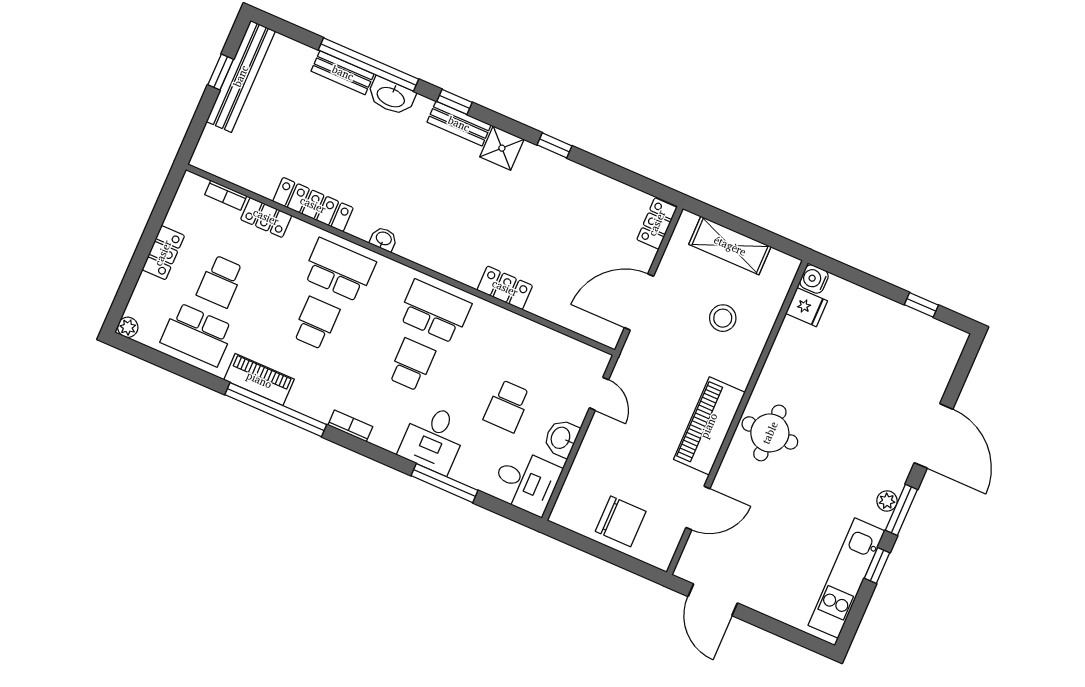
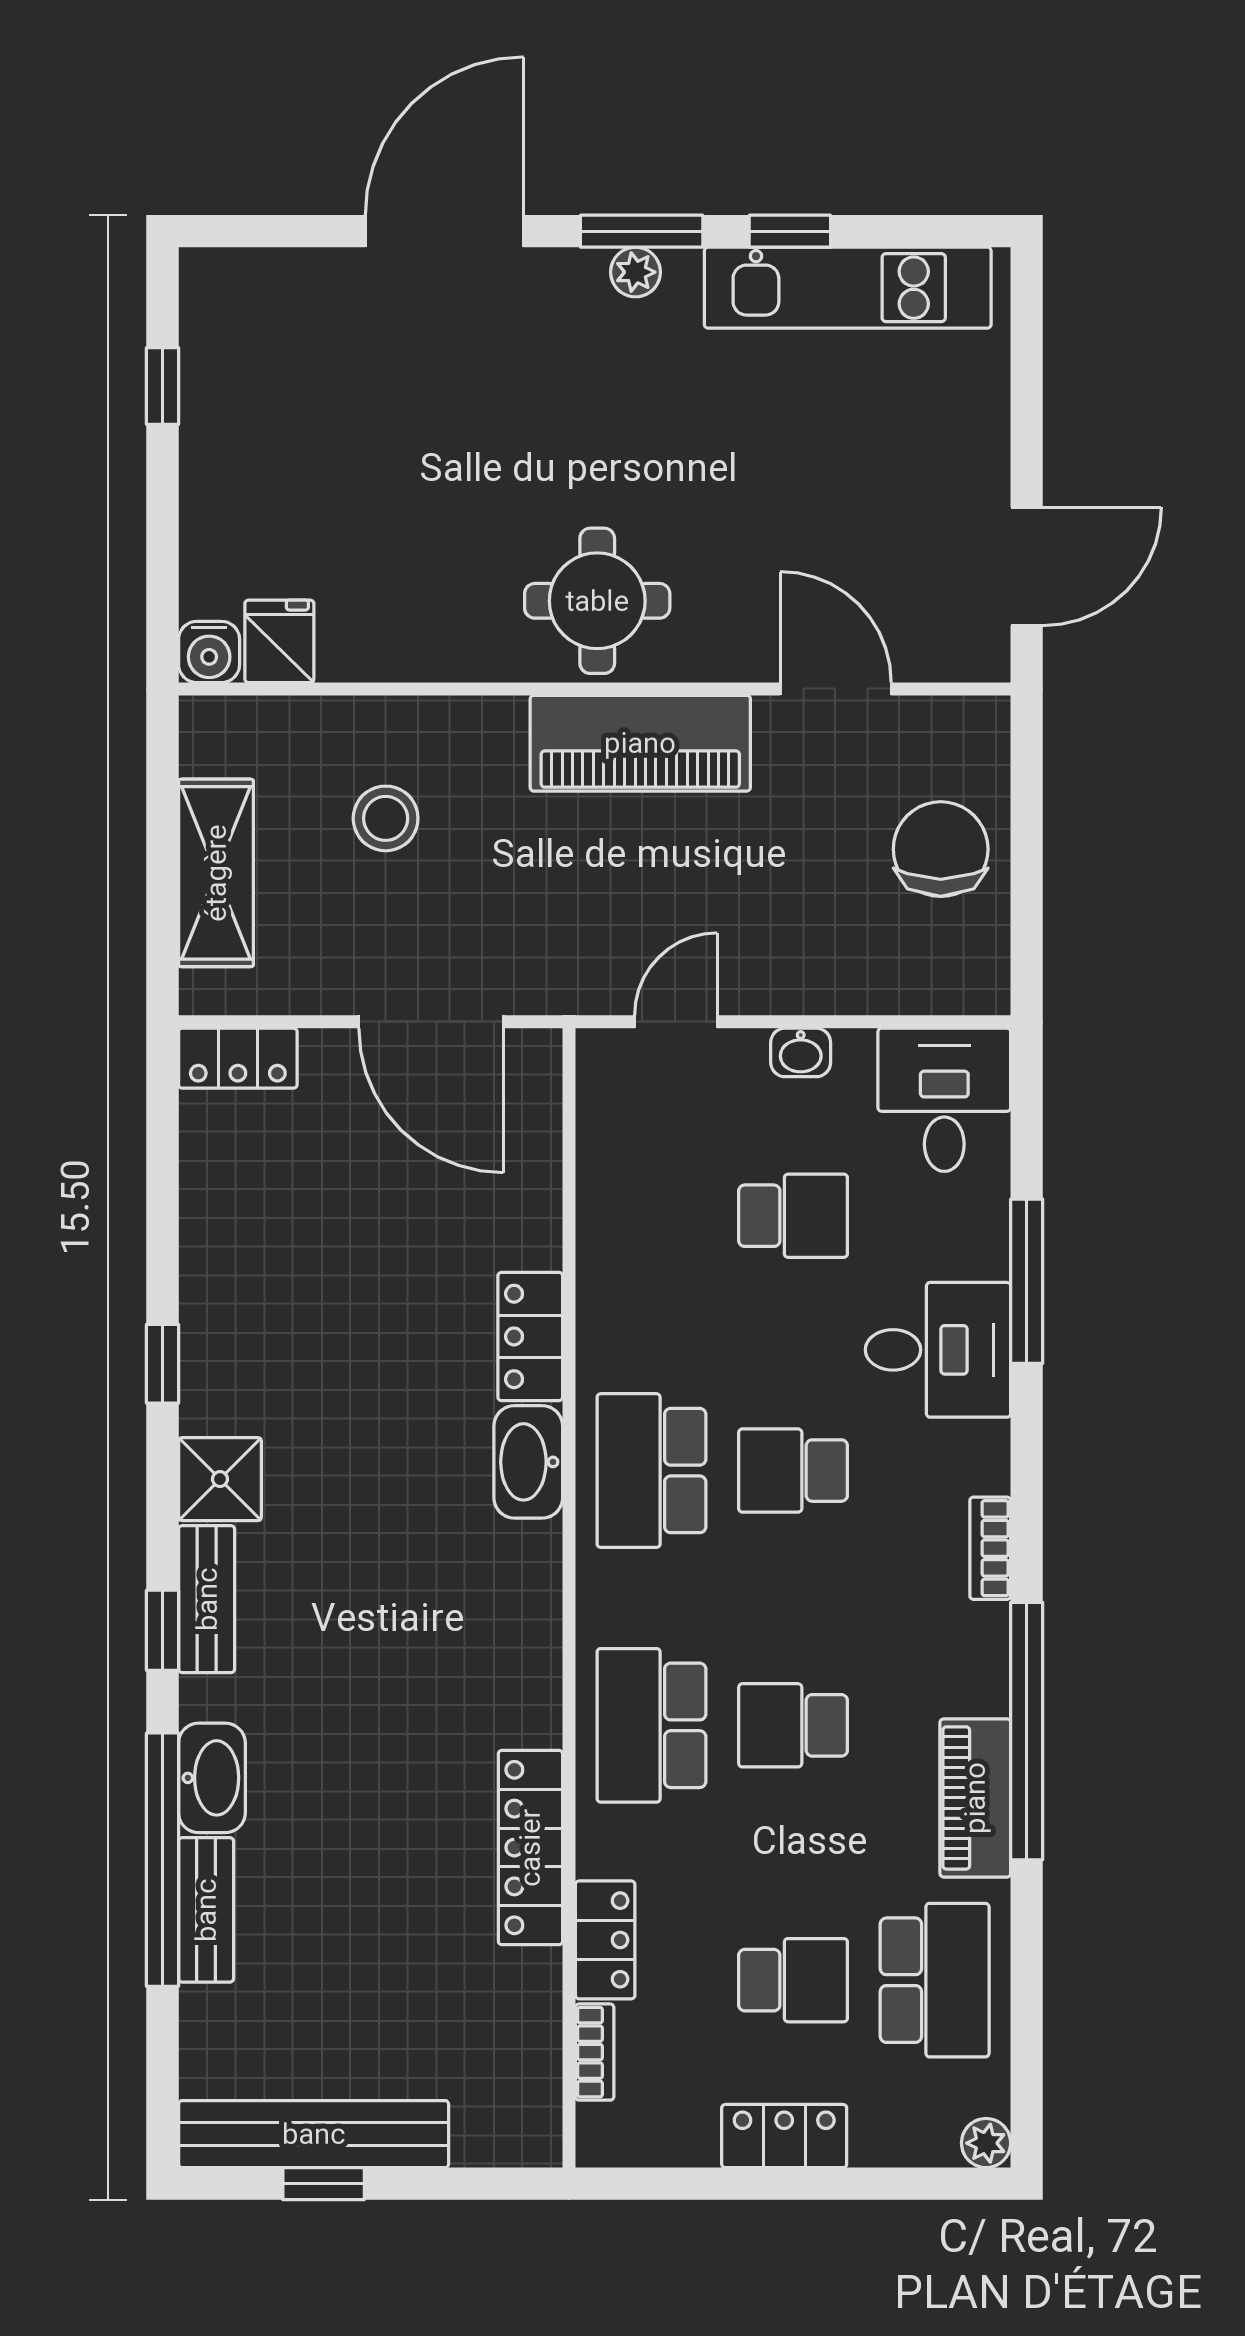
washbasin: (384, 239) -> (528, 1462), moved, width x1.91, depth x1.45
washbasin: (561, 438) -> (801, 1052), width x0.72, depth x0.69

